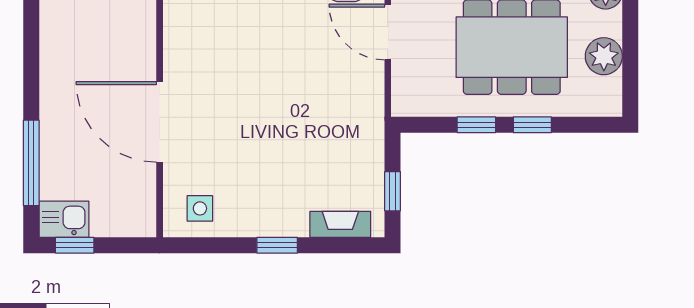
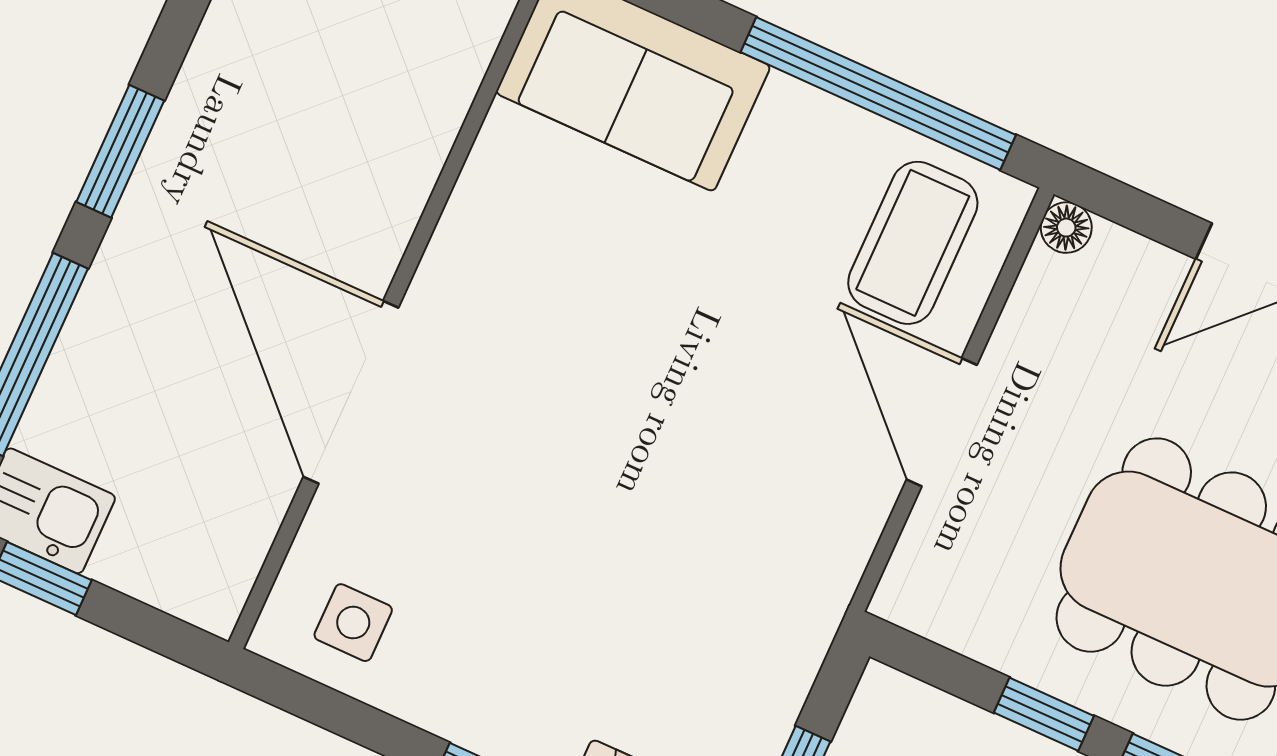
window: (31, 70) -> (120, 151), added

